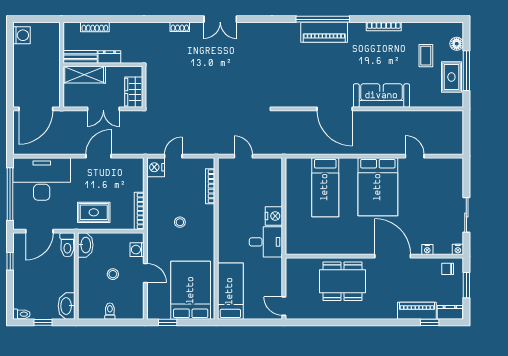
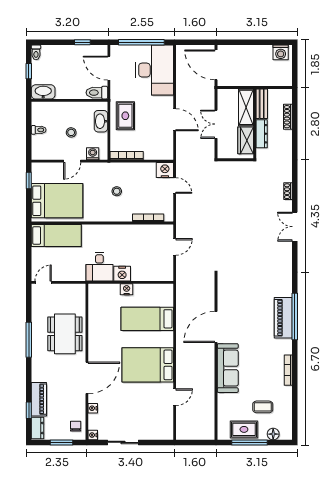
dresser: (109, 57) -> (262, 134), width x1.44
wardrobe: (134, 92) -> (246, 140), moved, turned -90
nightstand: (292, 211) -> (127, 289), added
washbasin: (85, 245) -> (101, 121), moved, turned 90
window: (349, 322) -> (29, 340), added

